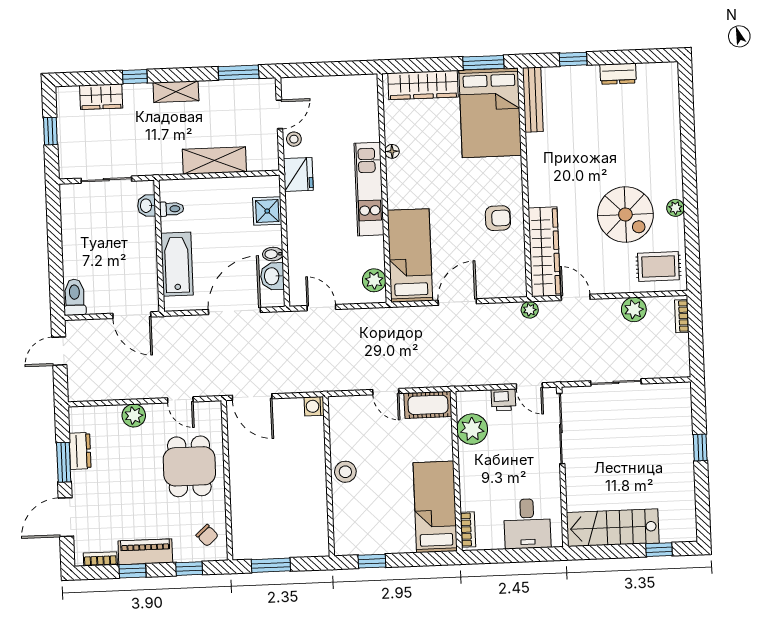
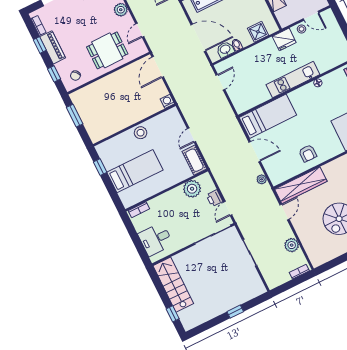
rug: (658, 266) -> (320, 248), removed
plant: (374, 280) -> (247, 103), removed
plant: (530, 310) -> (262, 179), moved
bed: (435, 507) -> (135, 171), moved

